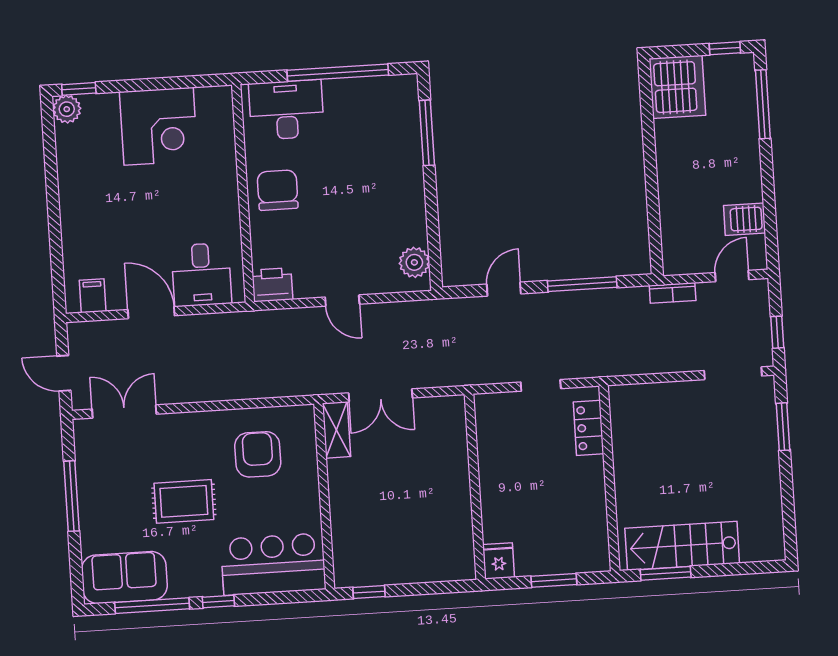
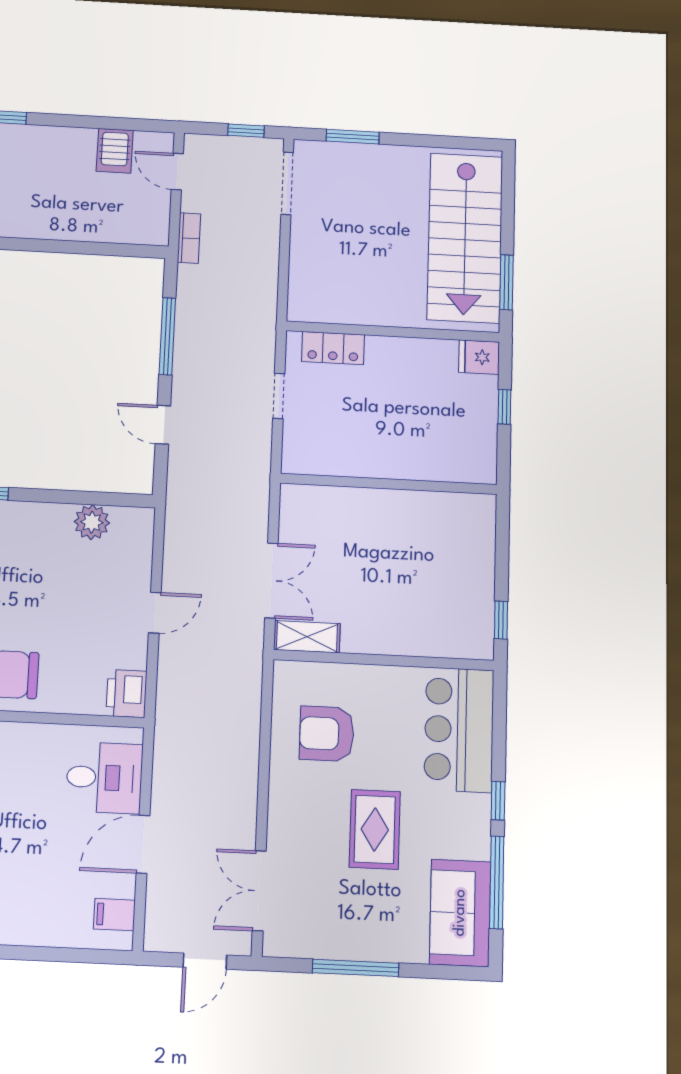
plant: (414, 262) -> (92, 522), moved
stairs: (682, 546) -> (465, 238), width x1.36, depth x1.51
fridge: (499, 561) -> (479, 357), moved
window: (554, 580) -> (504, 407), width x0.67

